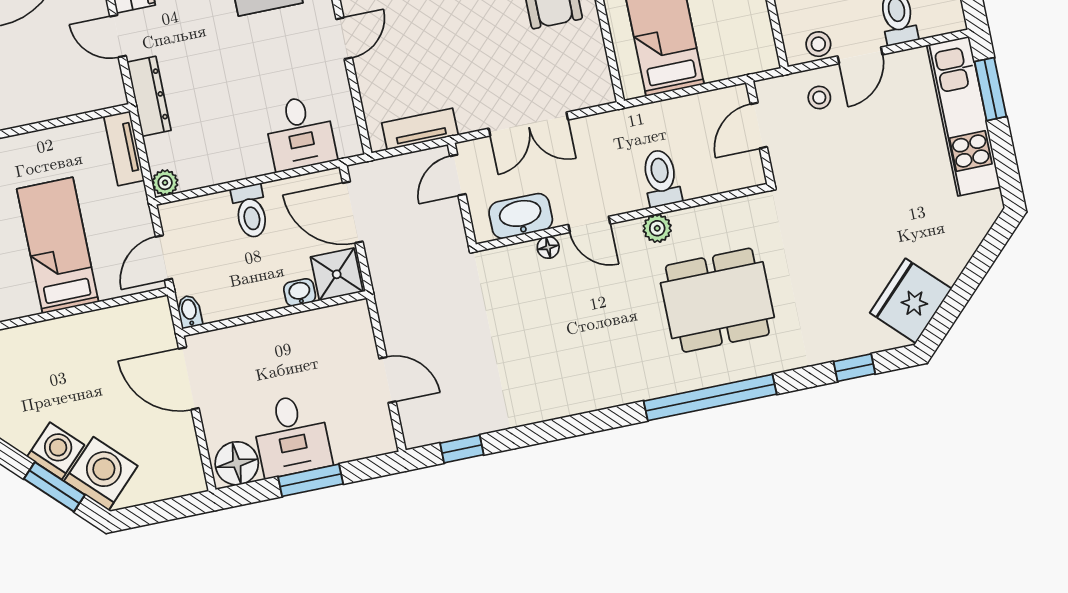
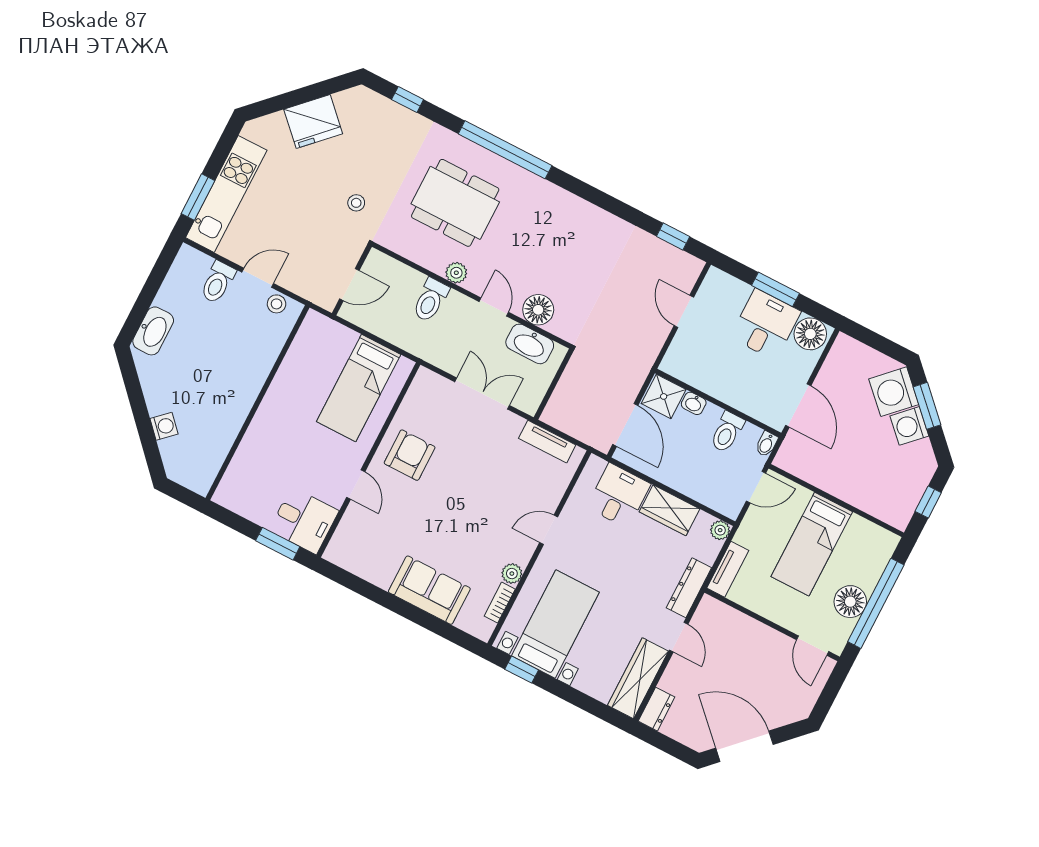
stool: (819, 98) -> (356, 203), moved
wardrobe: (234, 161) -> (670, 510), added
door: (458, 175) -> (547, 397), removed
toilet: (250, 211) -> (727, 432), moved, turned 180
floor lamp: (548, 247) -> (538, 310), width x1.89, depth x1.89
fridge: (911, 301) -> (313, 121), moved

